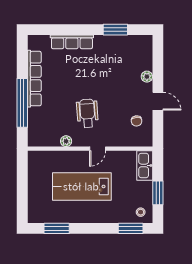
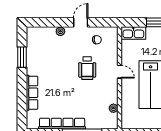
wheelchair: (87, 113) -> (87, 68), moved, turned -86
plant: (66, 141) -> (113, 108), moved

